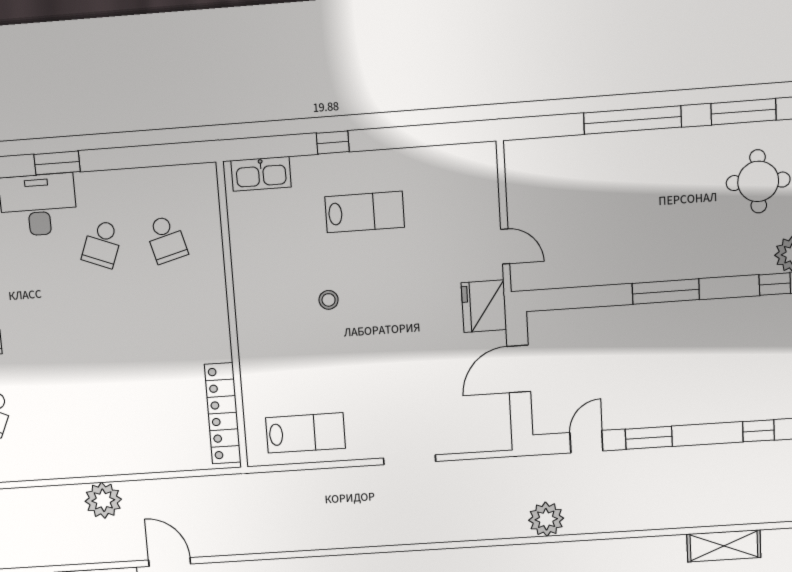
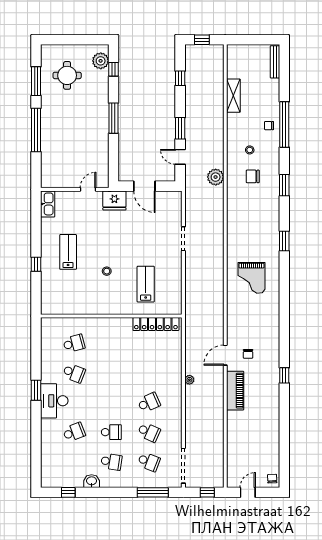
kitchen sink: (261, 174) -> (48, 204), moved
school desk: (55, 409) -> (149, 403), added
lab bench: (305, 433) -> (146, 284), moved
plant: (103, 500) -> (189, 380), width x0.53, depth x0.53

